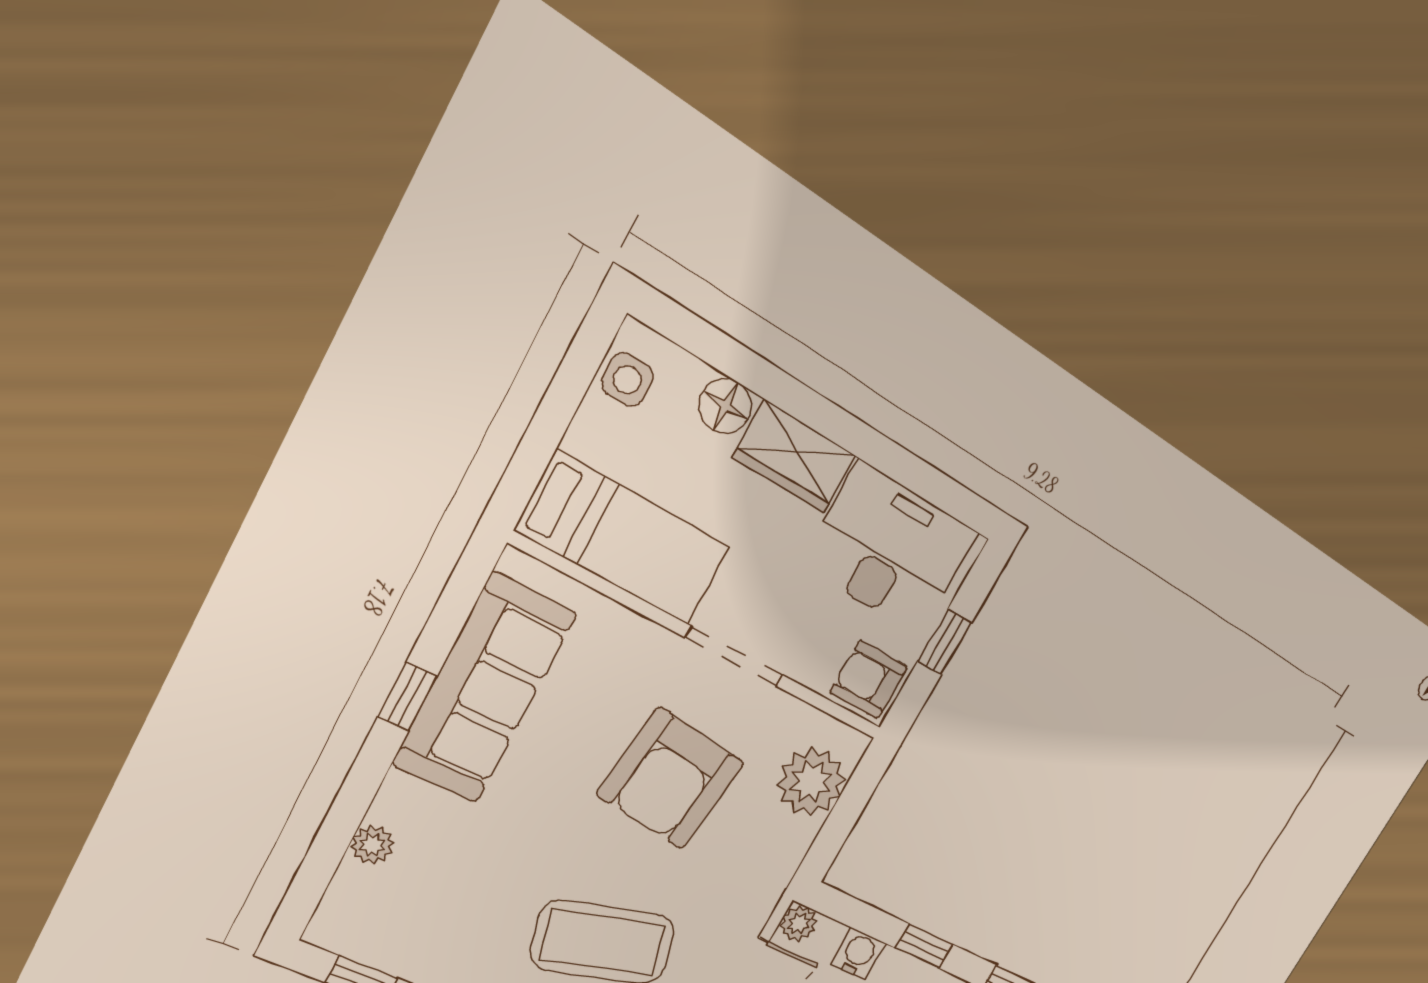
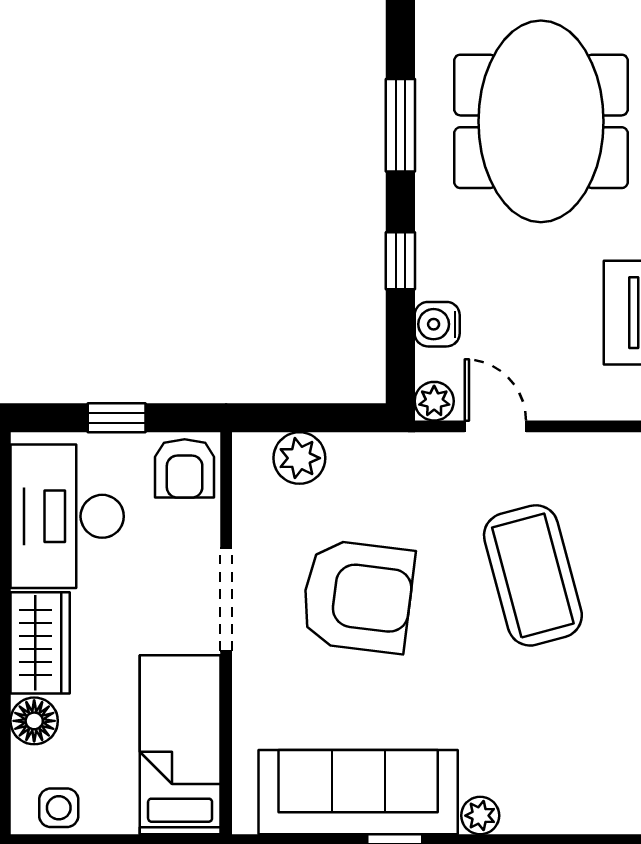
plant: (811, 782) -> (299, 458), width x0.73, depth x0.73
plant: (372, 845) -> (480, 816), moved

